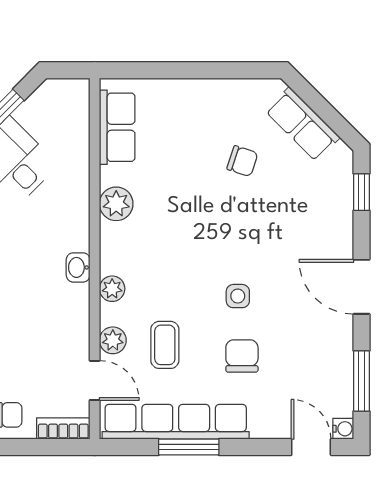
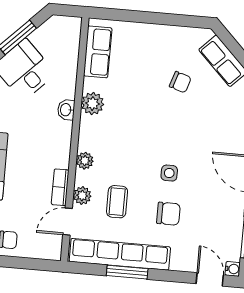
washbasin: (78, 267) -> (66, 110), moved
chair: (242, 356) -> (168, 214), turned 90
door: (95, 380) -> (68, 222), swing flipped
bookcase: (63, 429) -> (60, 187), moved, turned -90

